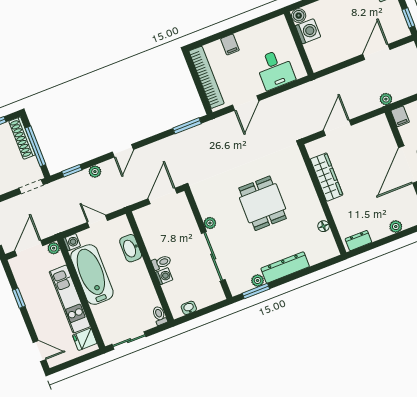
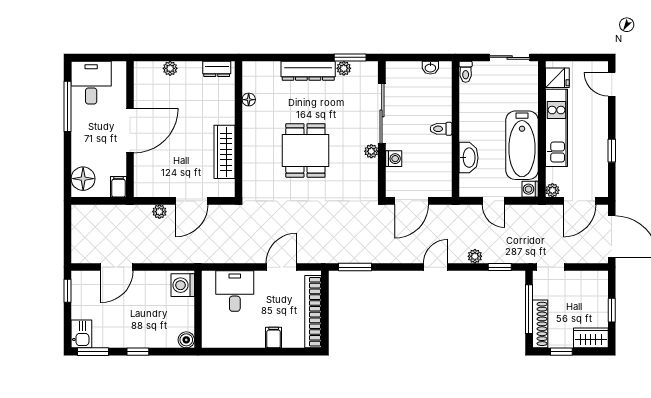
washing machine: (308, 31) -> (183, 285), moved
plant: (386, 99) -> (159, 212), moved
washing machine: (164, 276) -> (394, 159), moved, turned 180

